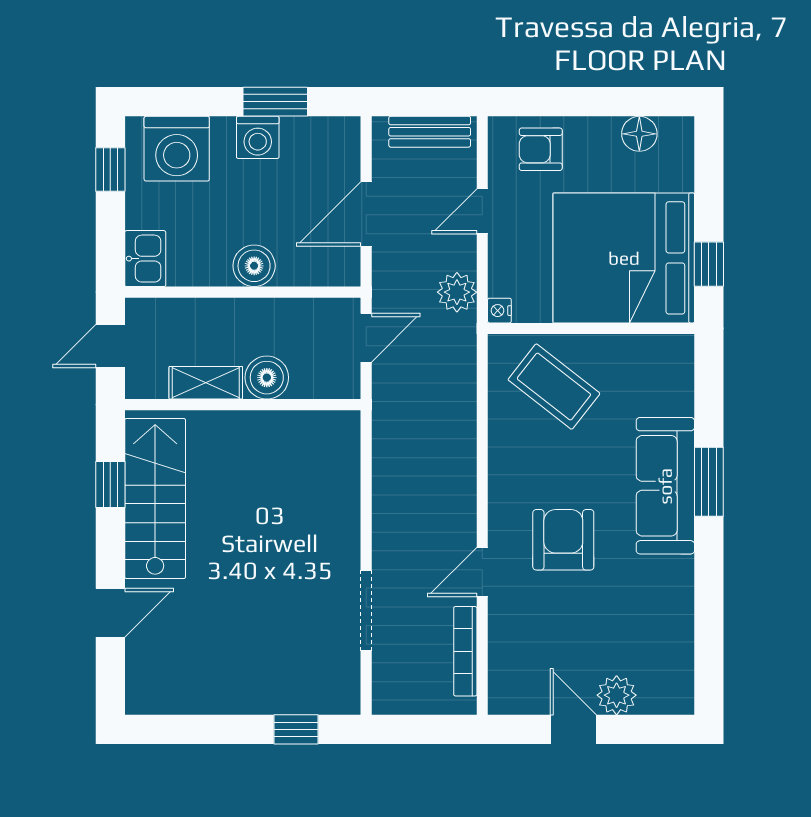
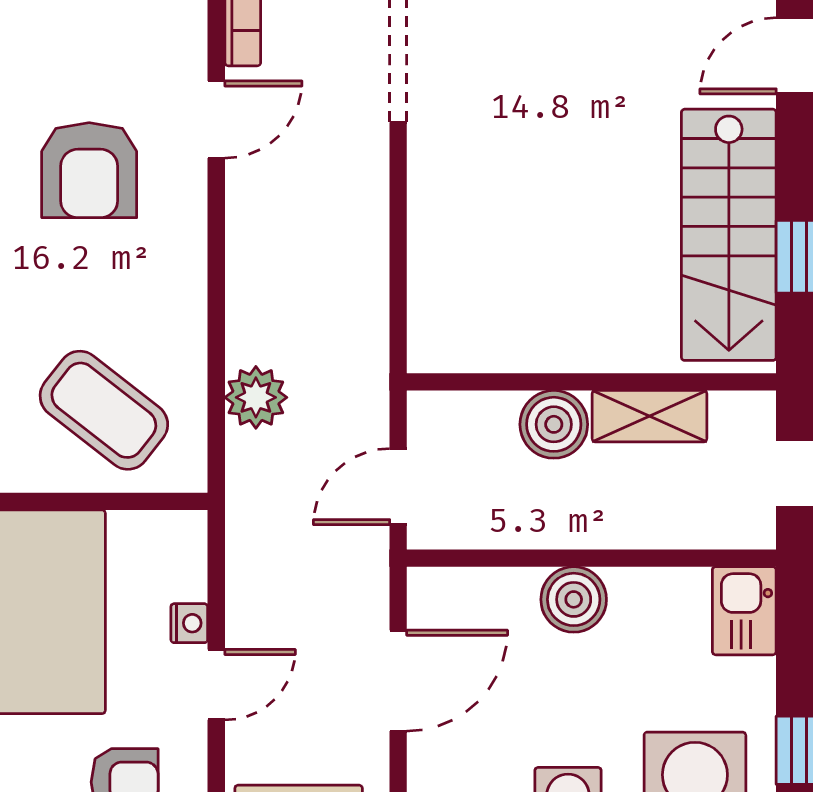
plant: (457, 292) -> (256, 397), moved
nightstand: (499, 311) -> (189, 623), moved

